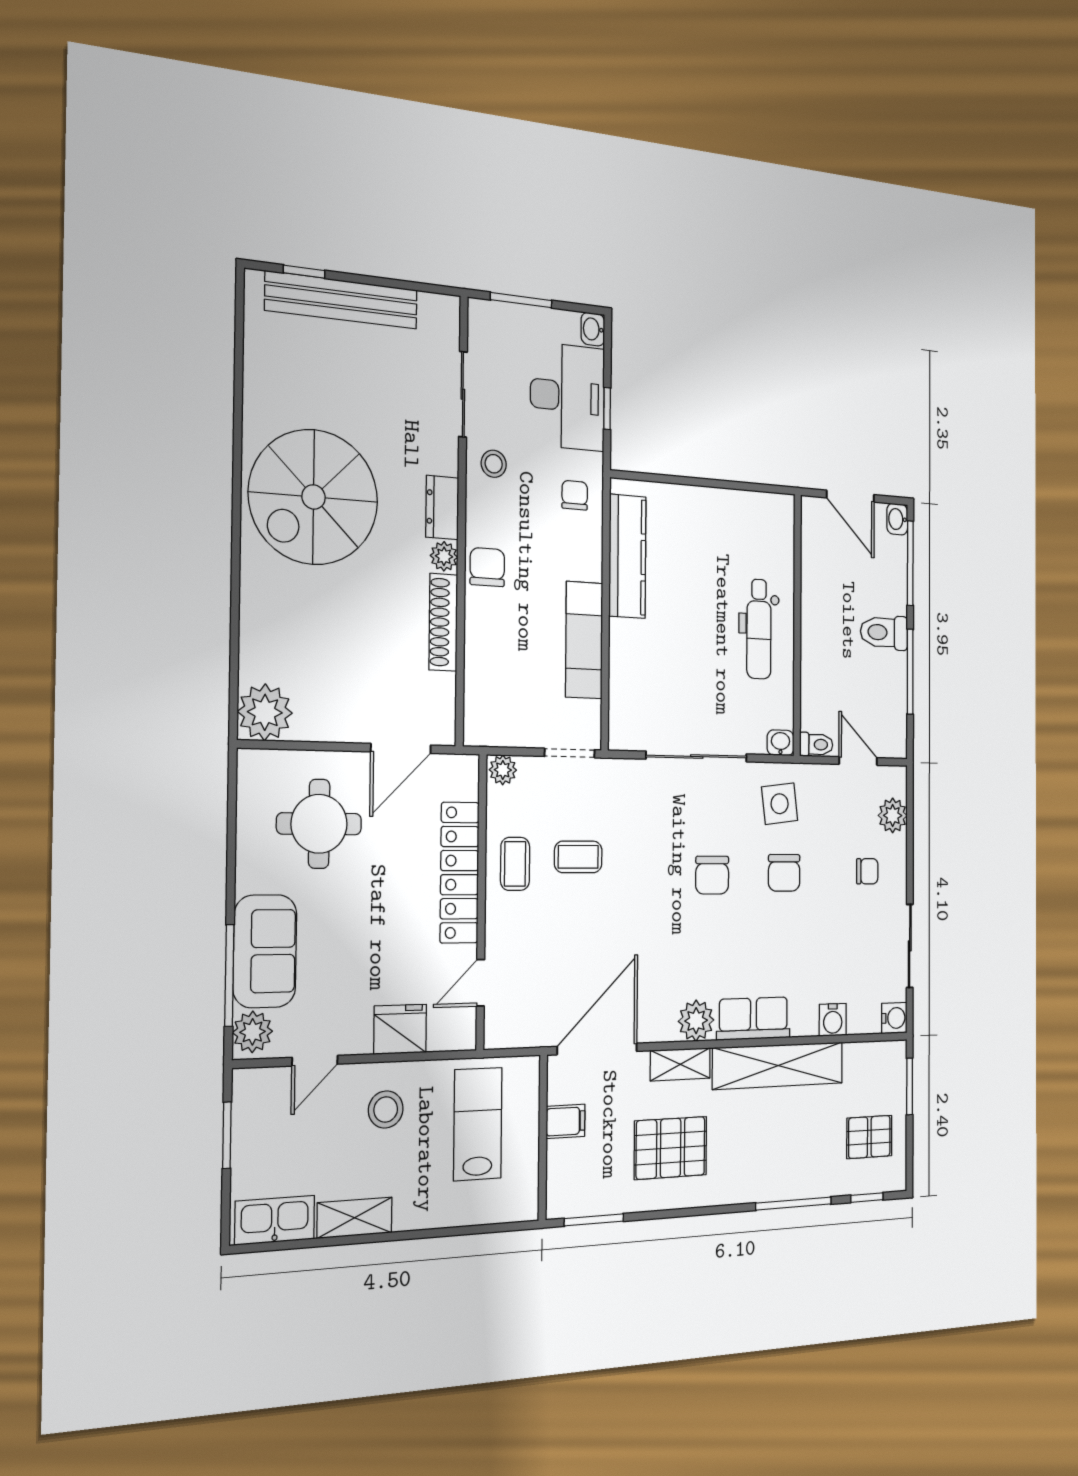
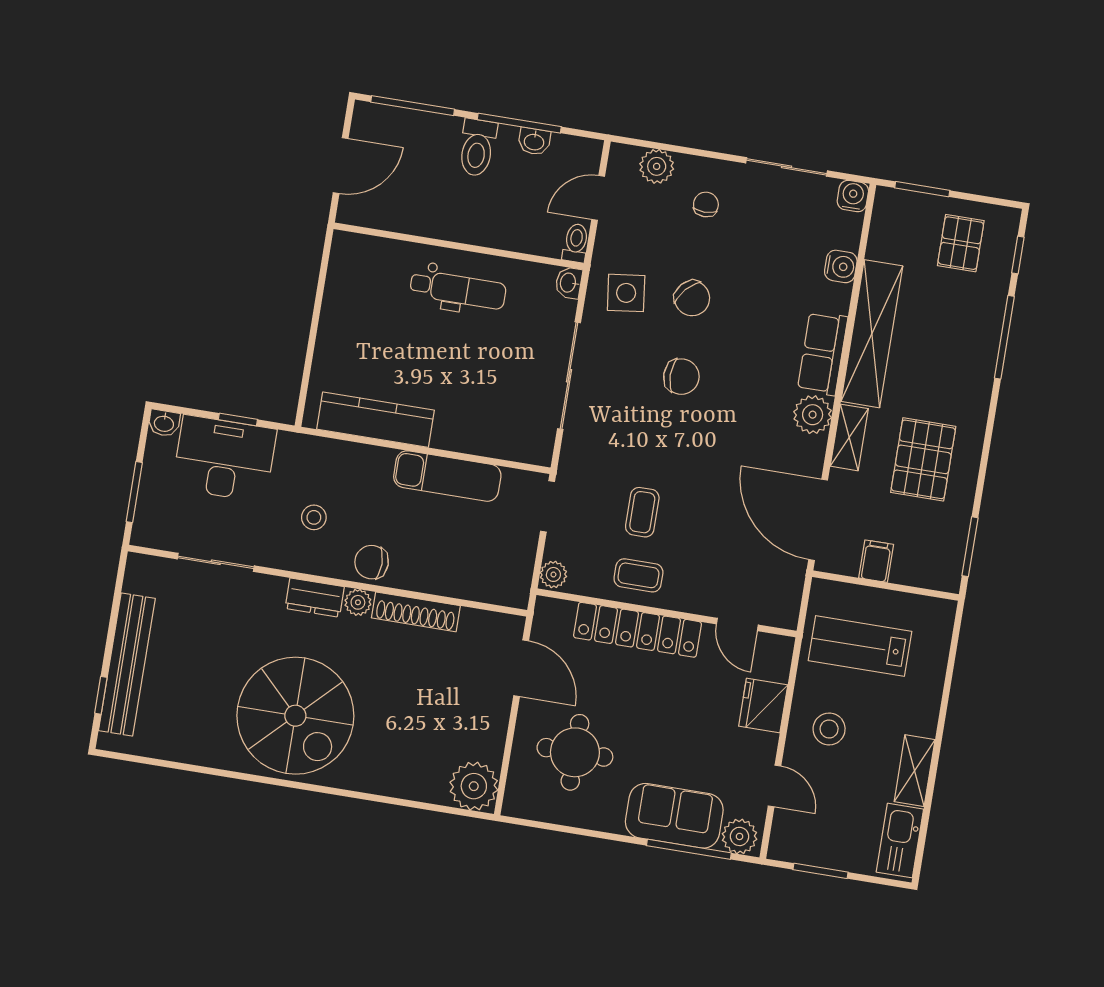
stool: (494, 464) -> (314, 517), moved
chair: (575, 495) -> (315, 465), removed
washbasin: (897, 519) -> (534, 141), moved
chair: (784, 873) -> (692, 298), turned 42

